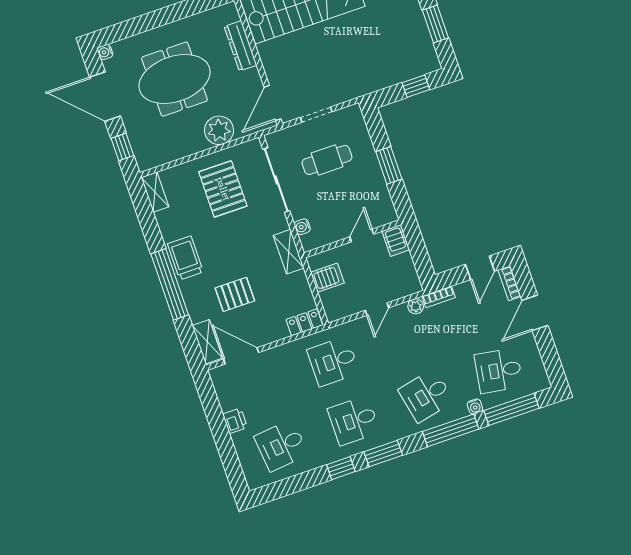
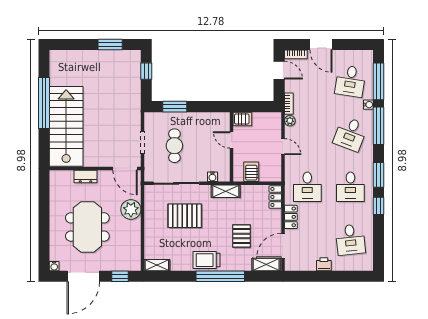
dresser: (240, 46) -> (86, 177), width x0.70
window: (389, 165) -> (175, 107), moved
pallet: (223, 189) -> (185, 216), moved
locker: (284, 353) -> (291, 217), added
desk: (426, 396) -> (350, 134), turned 33

